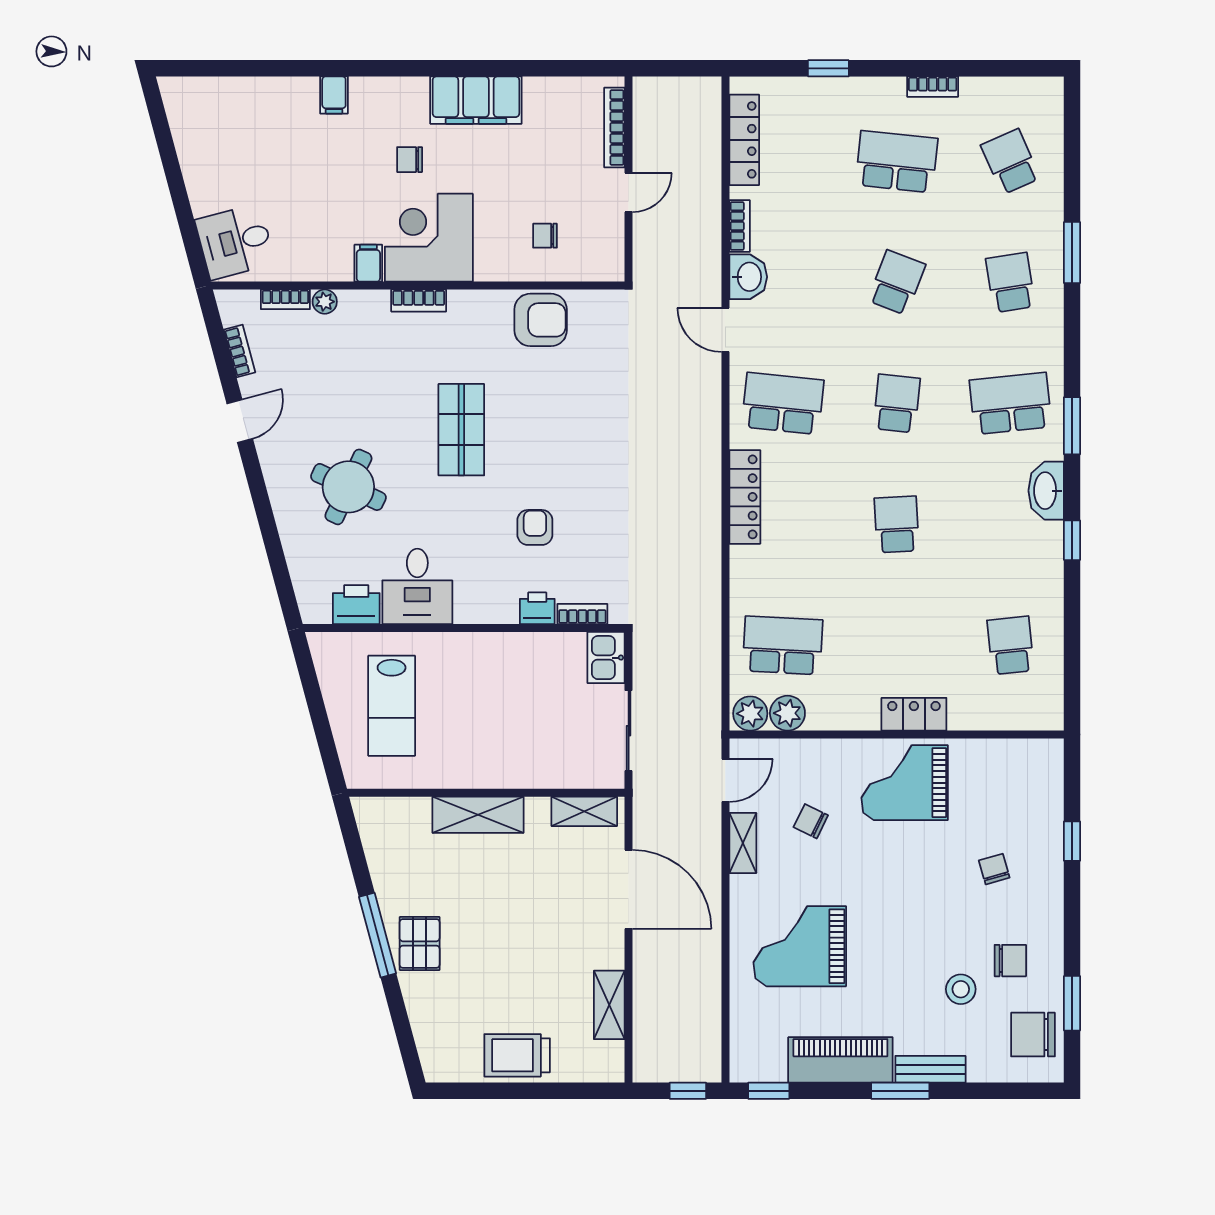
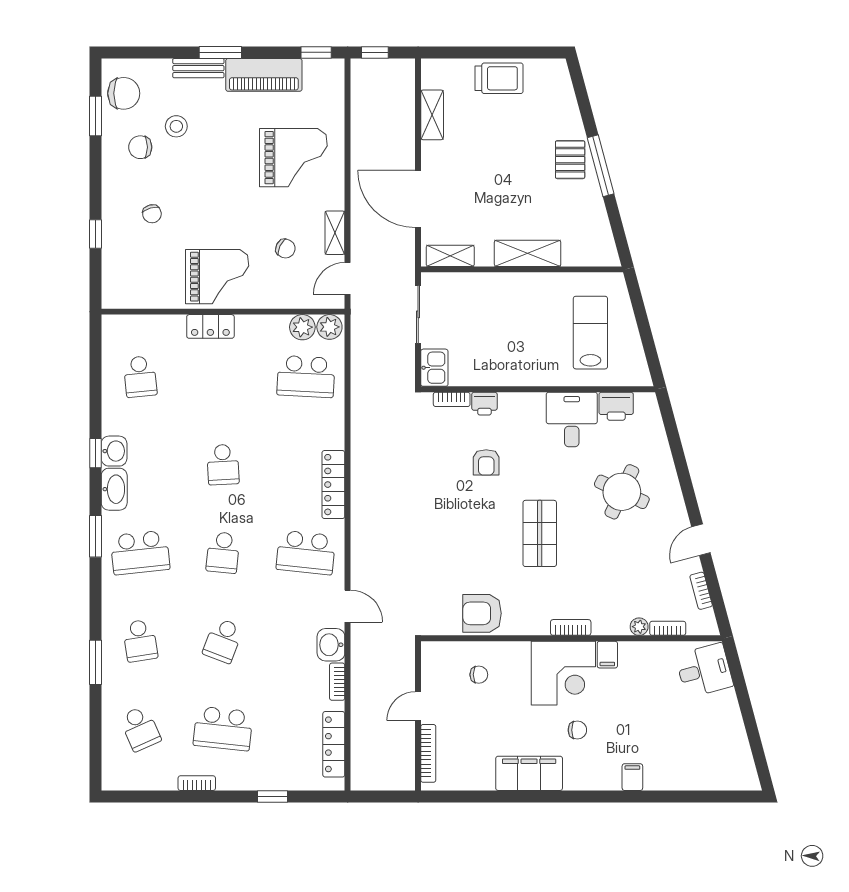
washbasin: (1046, 543) -> (114, 451), added

